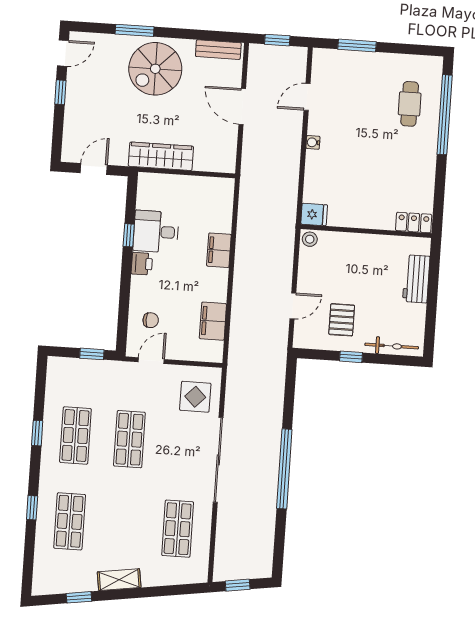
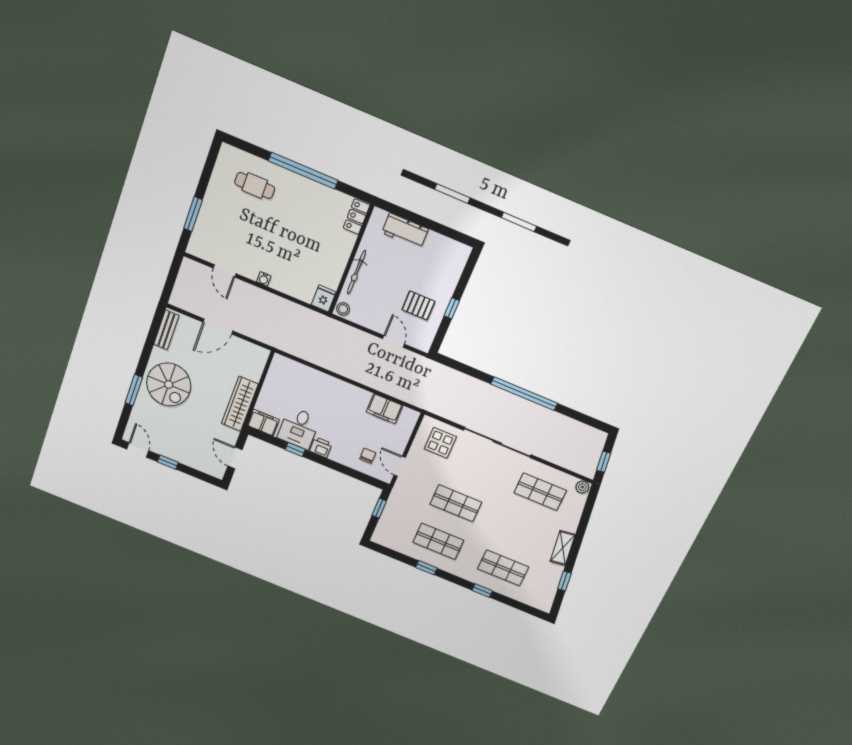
window: (277, 40) -> (171, 279), removed
window: (445, 115) -> (303, 171), moved
filing cabinet: (219, 250) -> (263, 423), moved, turned 180
bicycle: (392, 346) -> (356, 272), moved, turned 180
plant: (200, 573) -> (582, 487), added

